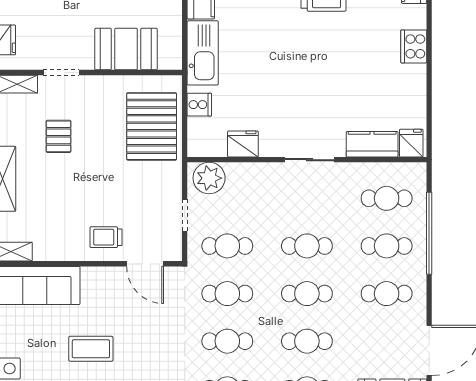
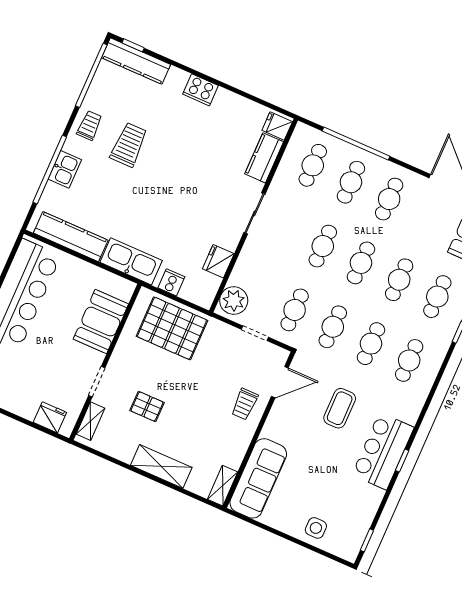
coffee table: (91, 349) -> (340, 408), moved

